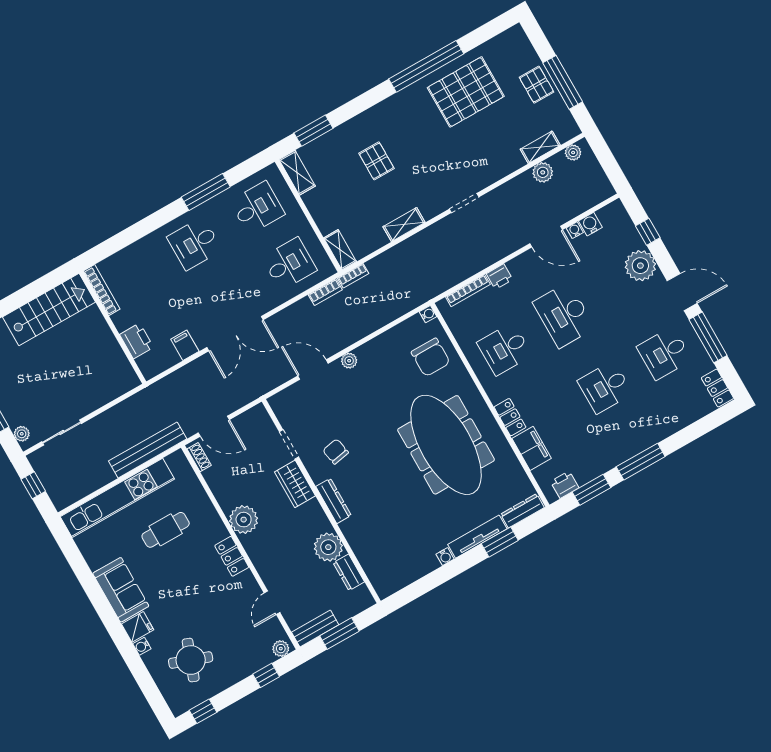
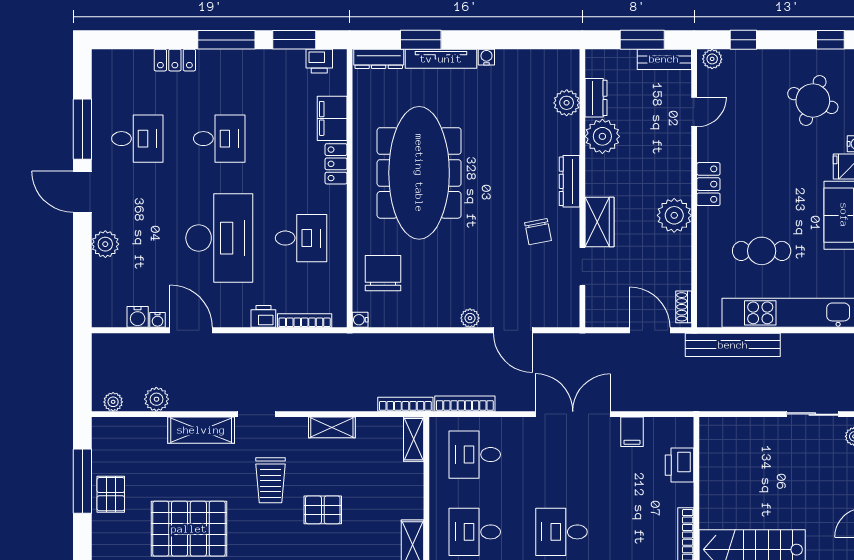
shelving: (540, 147) -> (201, 430), moved, width x1.50, depth x1.33
pallet: (376, 161) -> (323, 510), turned 90
trolley: (427, 161) -> (270, 480), added
window: (648, 232) -> (82, 275), removed
desk: (194, 244) -> (561, 532), turned 180
plant: (640, 266) -> (105, 244), width x0.73, depth x0.73
bookcase: (353, 276) -> (405, 404), width x1.56
bookcase: (325, 292) -> (465, 404), width x1.56
desk: (564, 315) -> (219, 238), width x1.36, depth x1.30
locker: (717, 388) -> (175, 60), moved, turned 90
plant: (368, 557) -> (567, 103), added

